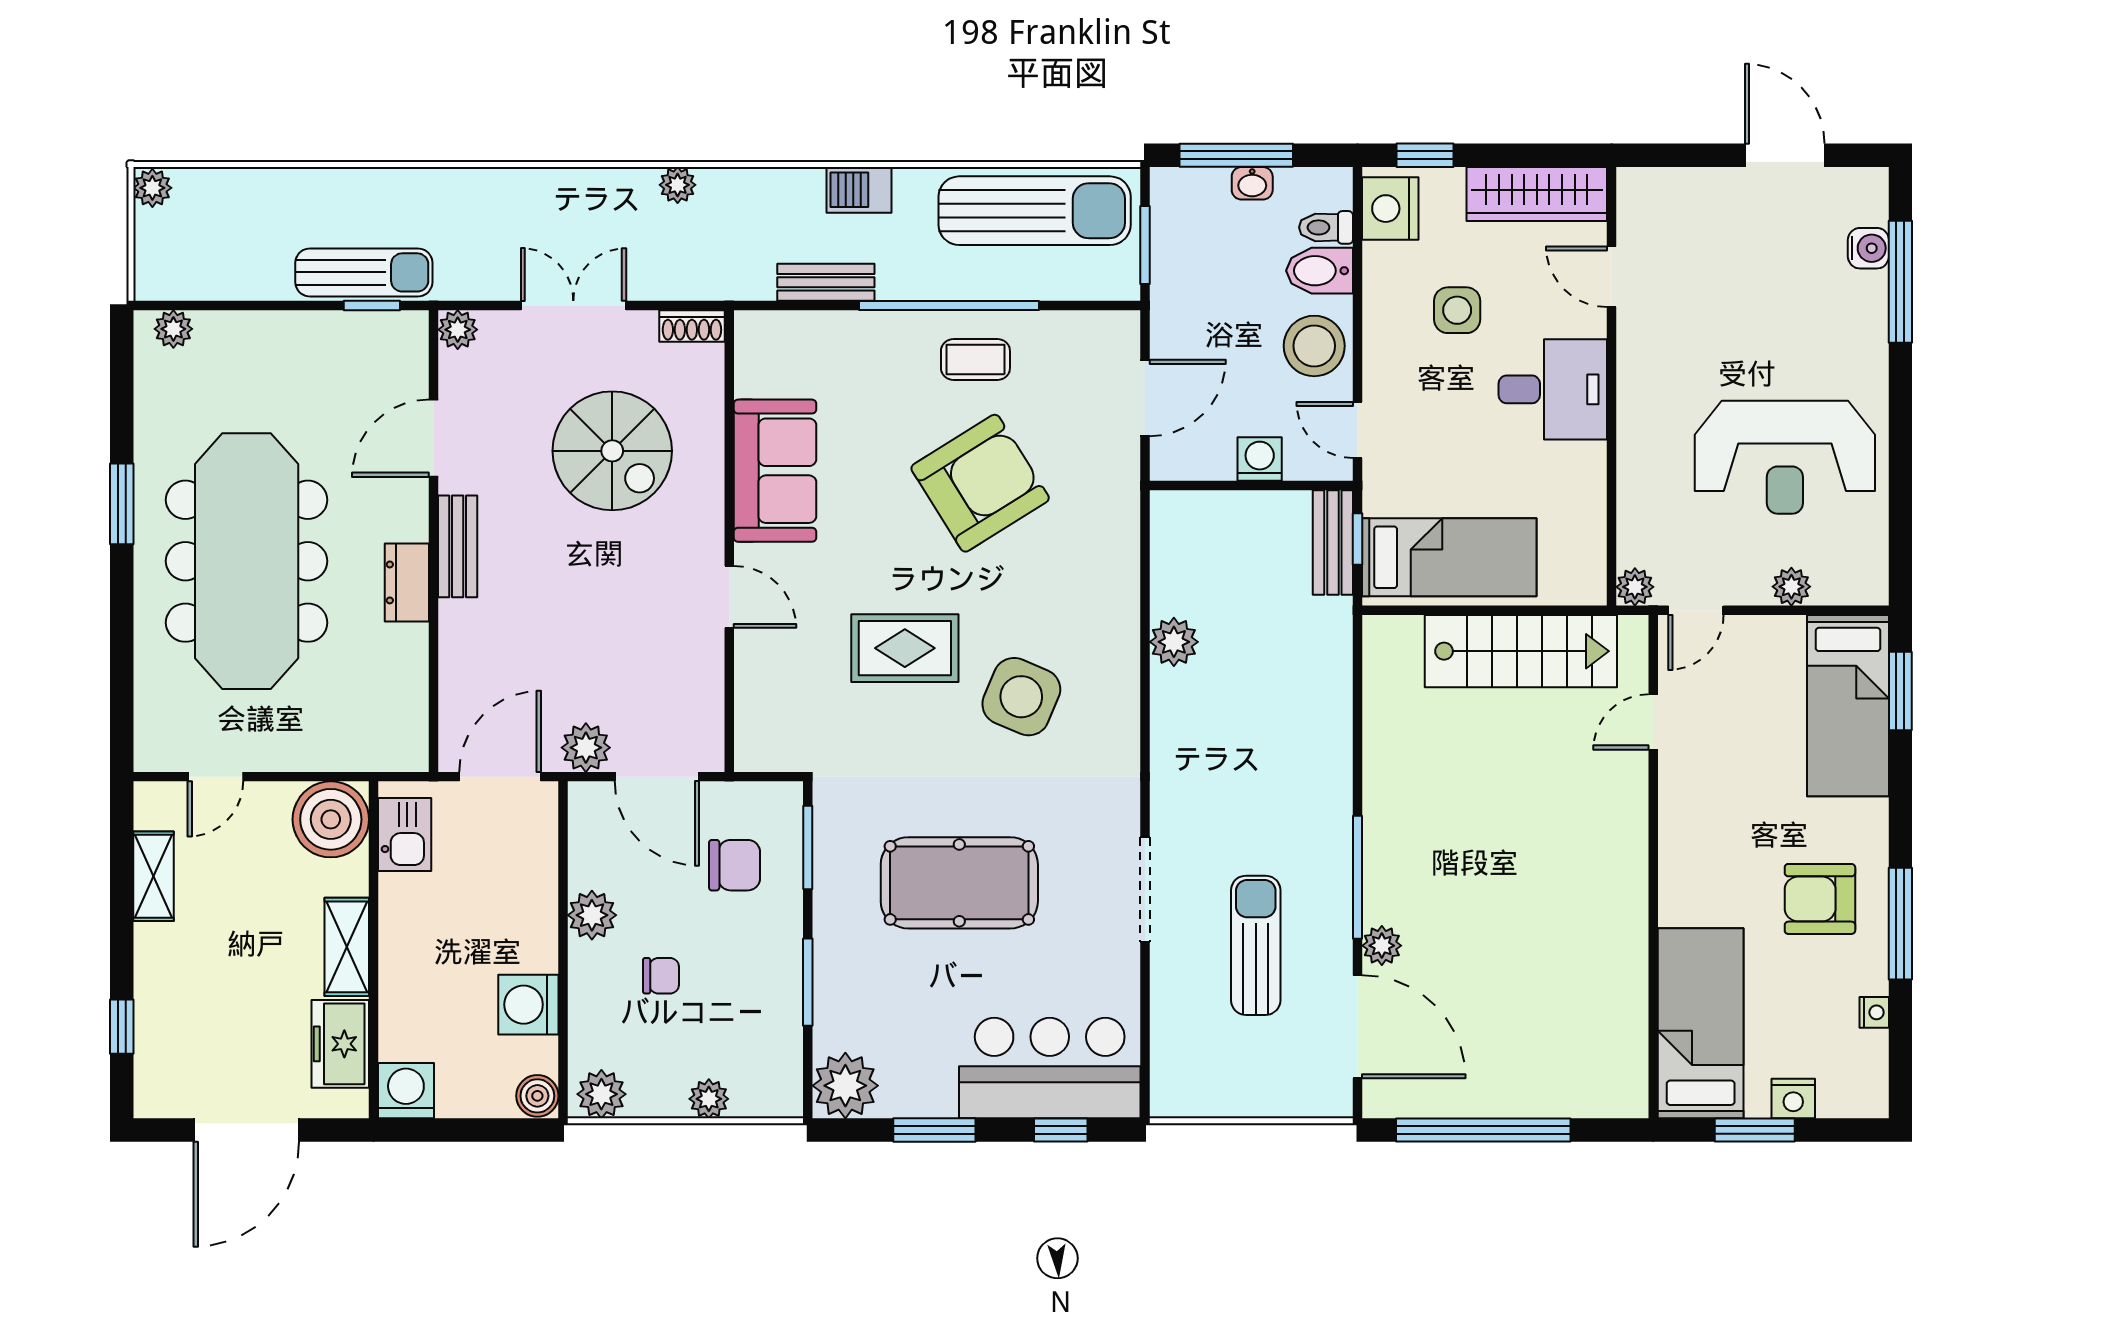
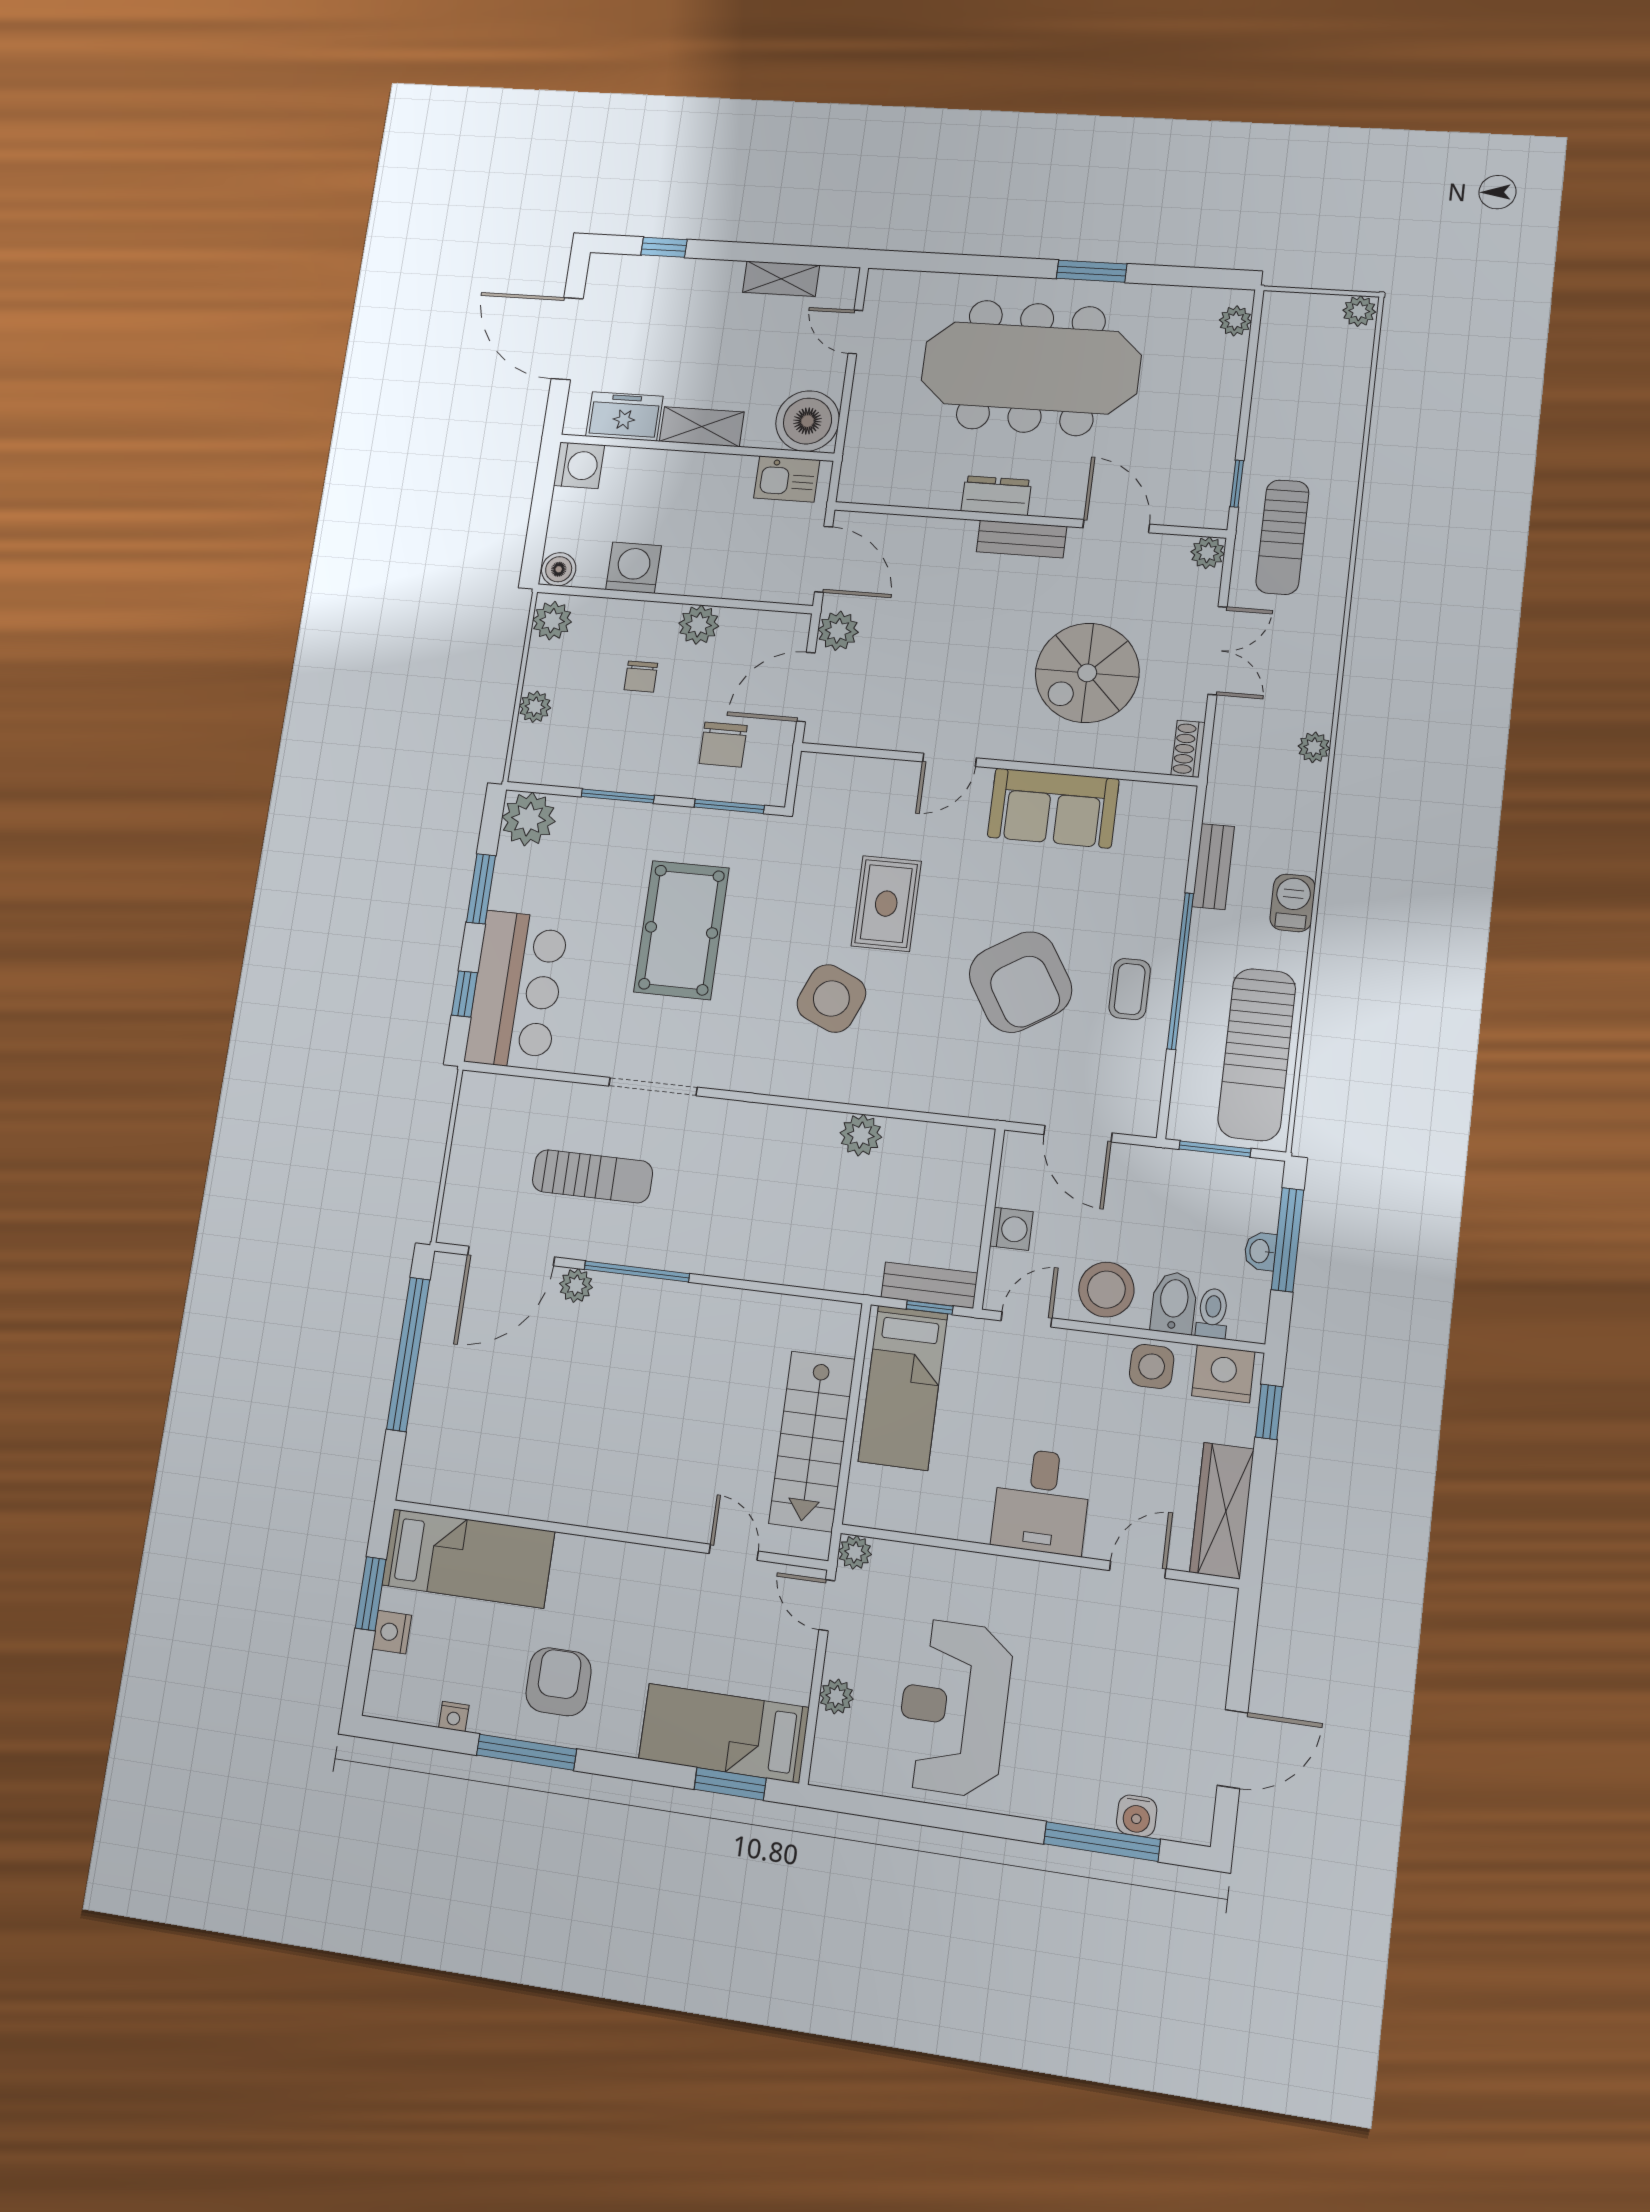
sun lounger: (364, 272) -> (1282, 537), moved
side table: (1457, 310) -> (1152, 1366), moved

